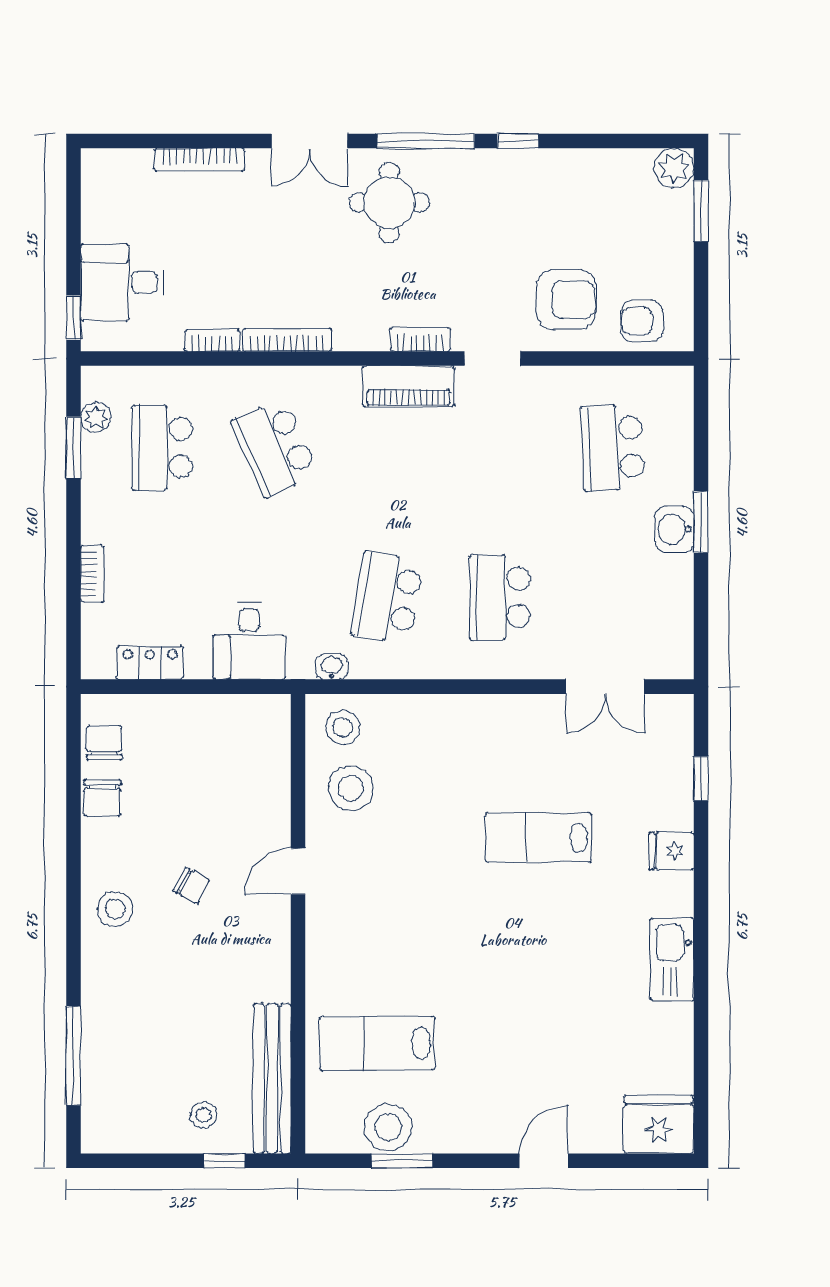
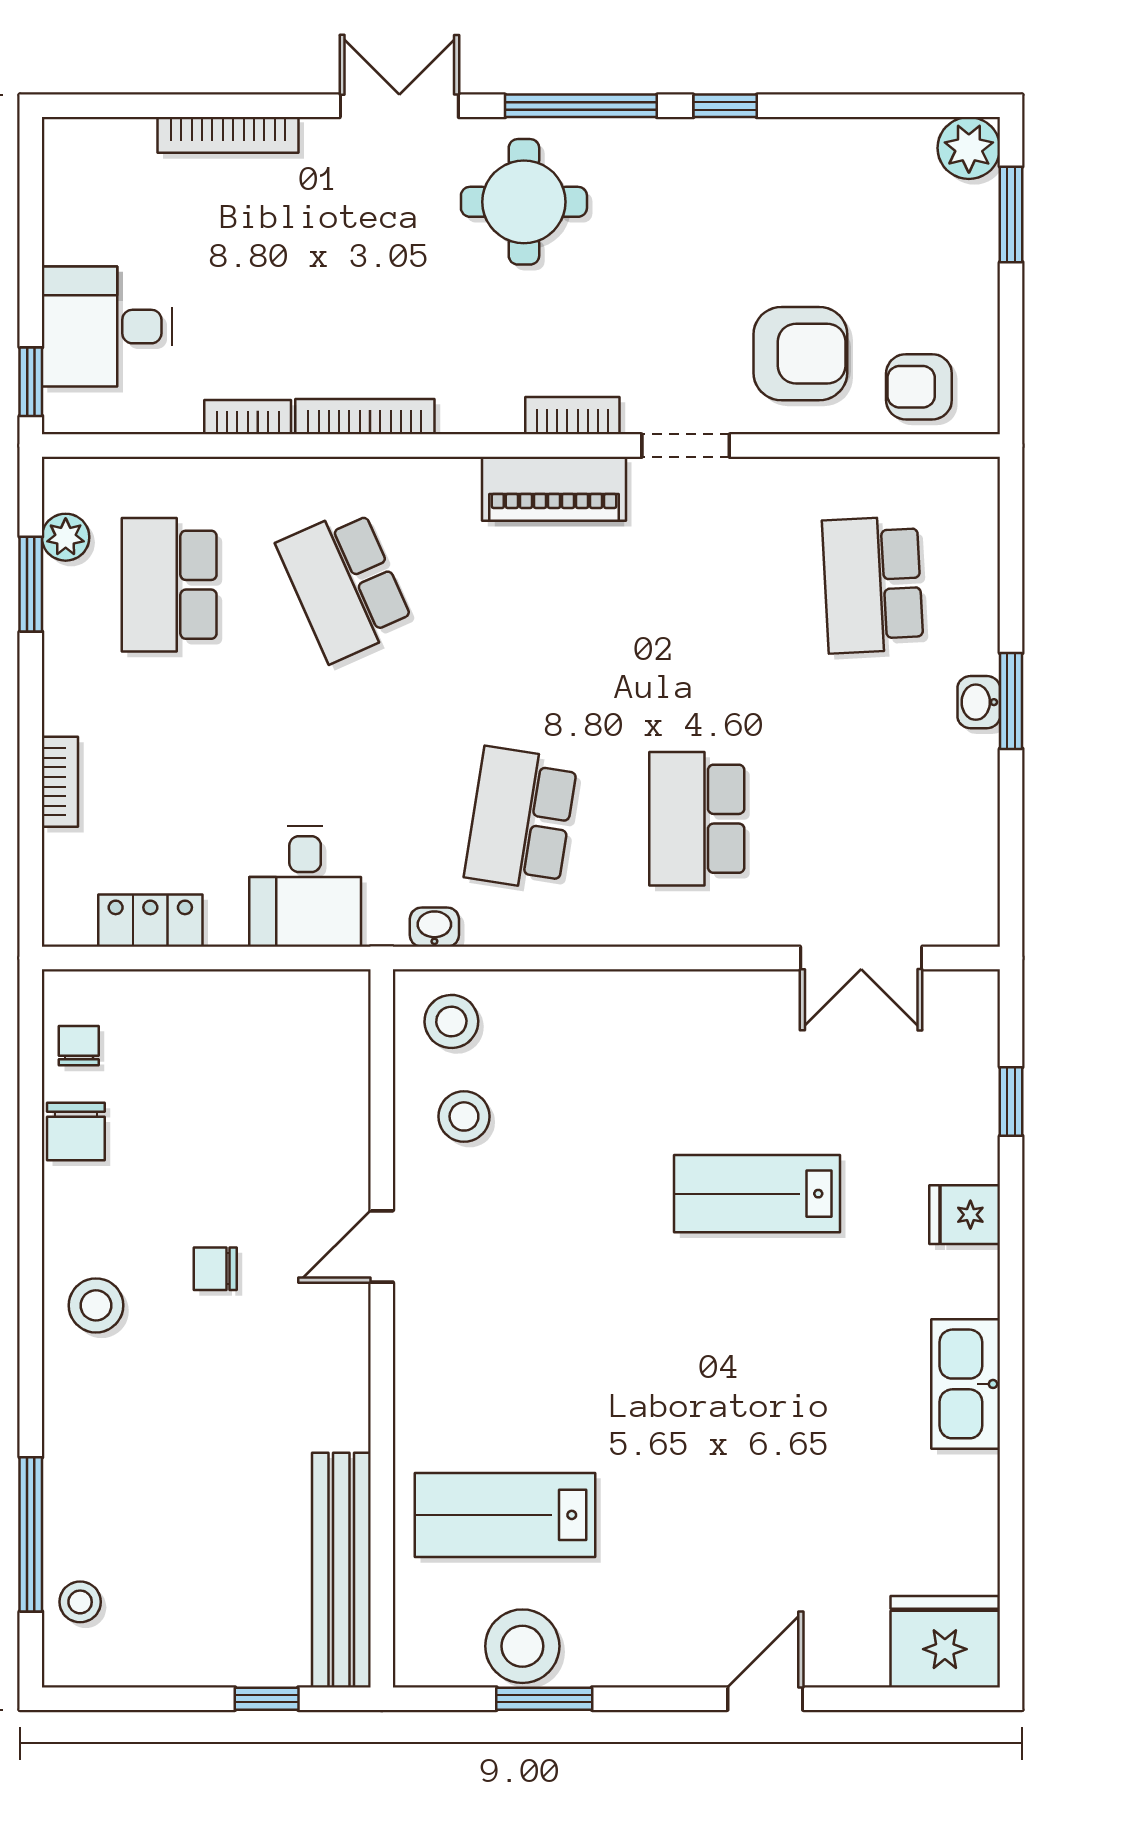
double door: (309, 141) -> (399, 106), swing flipped
washbasin: (674, 529) -> (979, 702), width x0.72, depth x0.69
chair: (104, 743) -> (79, 1046), width x0.73, depth x0.73
stool: (351, 788) -> (464, 1116), width x0.73, depth x0.73
chair: (192, 886) -> (215, 1269), turned 152
stool: (203, 1115) -> (80, 1602), moved

